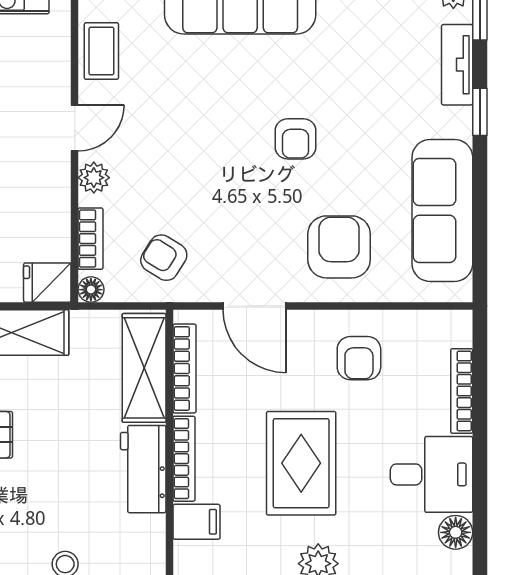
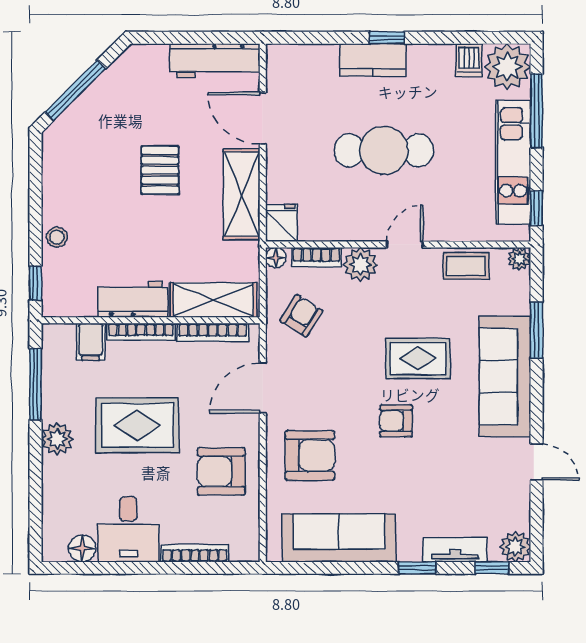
rug: (217, 111) -> (418, 358), added
door: (75, 128) -> (405, 245), swing flipped
plant: (94, 178) -> (360, 265), width x1.38, depth x1.38
armchair: (359, 358) -> (221, 471), width x1.38, depth x1.38

